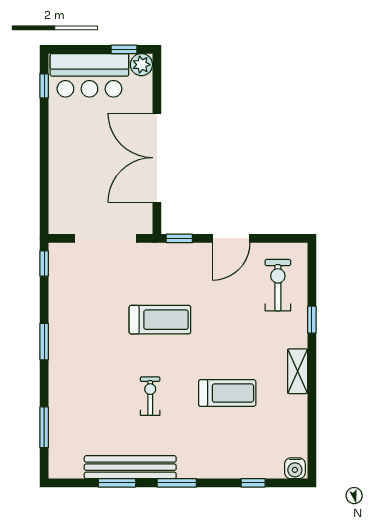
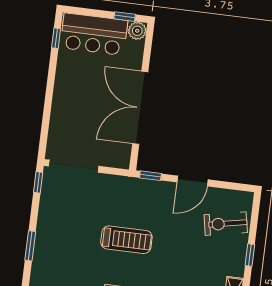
doorway: (106, 238) -> (74, 166), moved
exercise bike: (278, 285) -> (226, 224), turned -101

